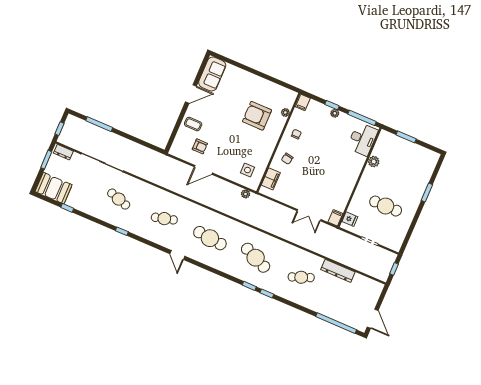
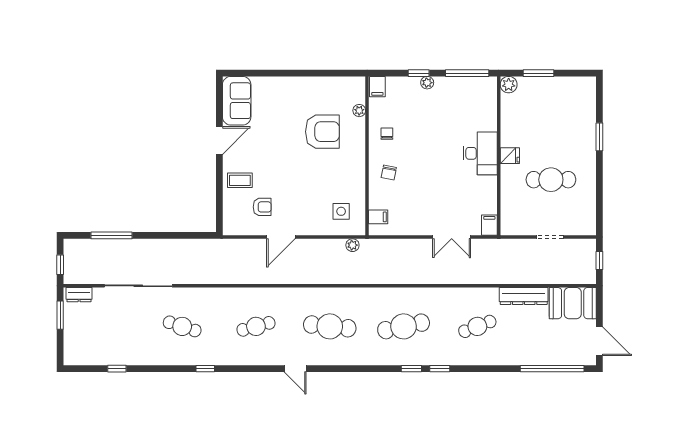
armchair: (257, 116) -> (322, 132), turned 180
desk: (362, 139) -> (480, 153), moved
plant: (374, 162) -> (509, 85), moved
filing cabinet: (271, 179) -> (378, 217), width x0.50
booth: (54, 188) -> (573, 303), moved
fridge: (350, 219) -> (510, 156), moved
cafe table: (256, 258) -> (404, 326), turned -36

